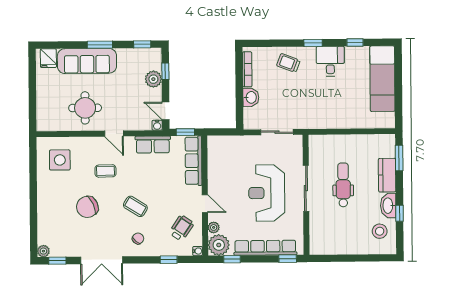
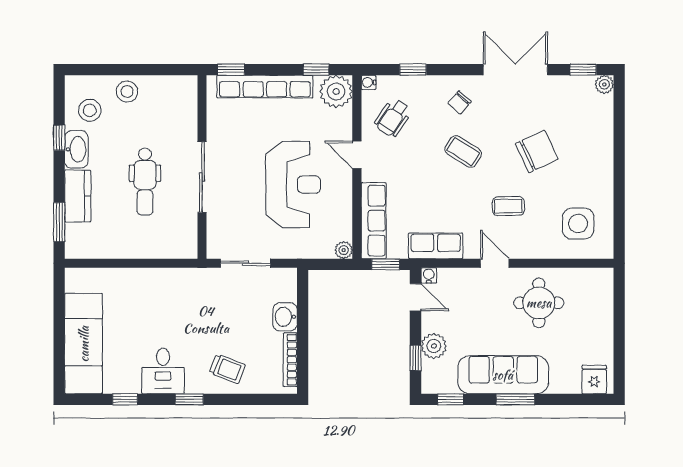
sofa: (87, 61) -> (503, 375), moved
reception desk: (267, 193) -> (293, 184), moved
plant: (214, 227) -> (344, 250), moved
stool: (355, 244) -> (127, 92), added

